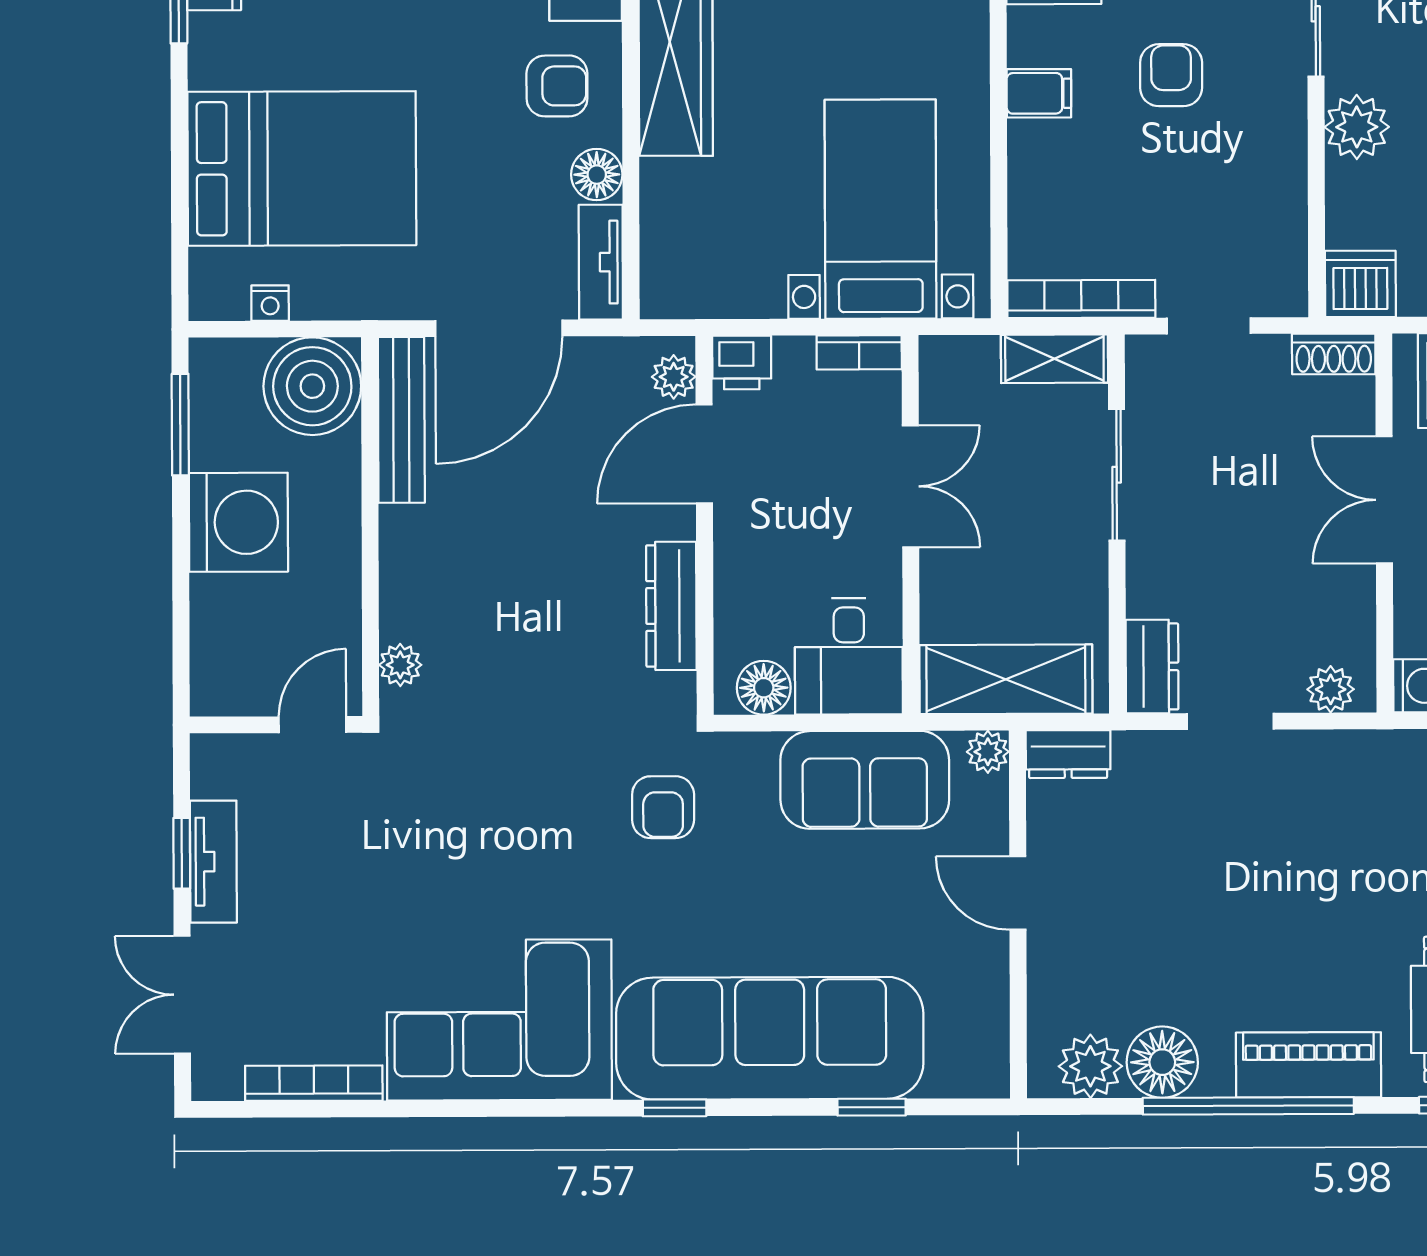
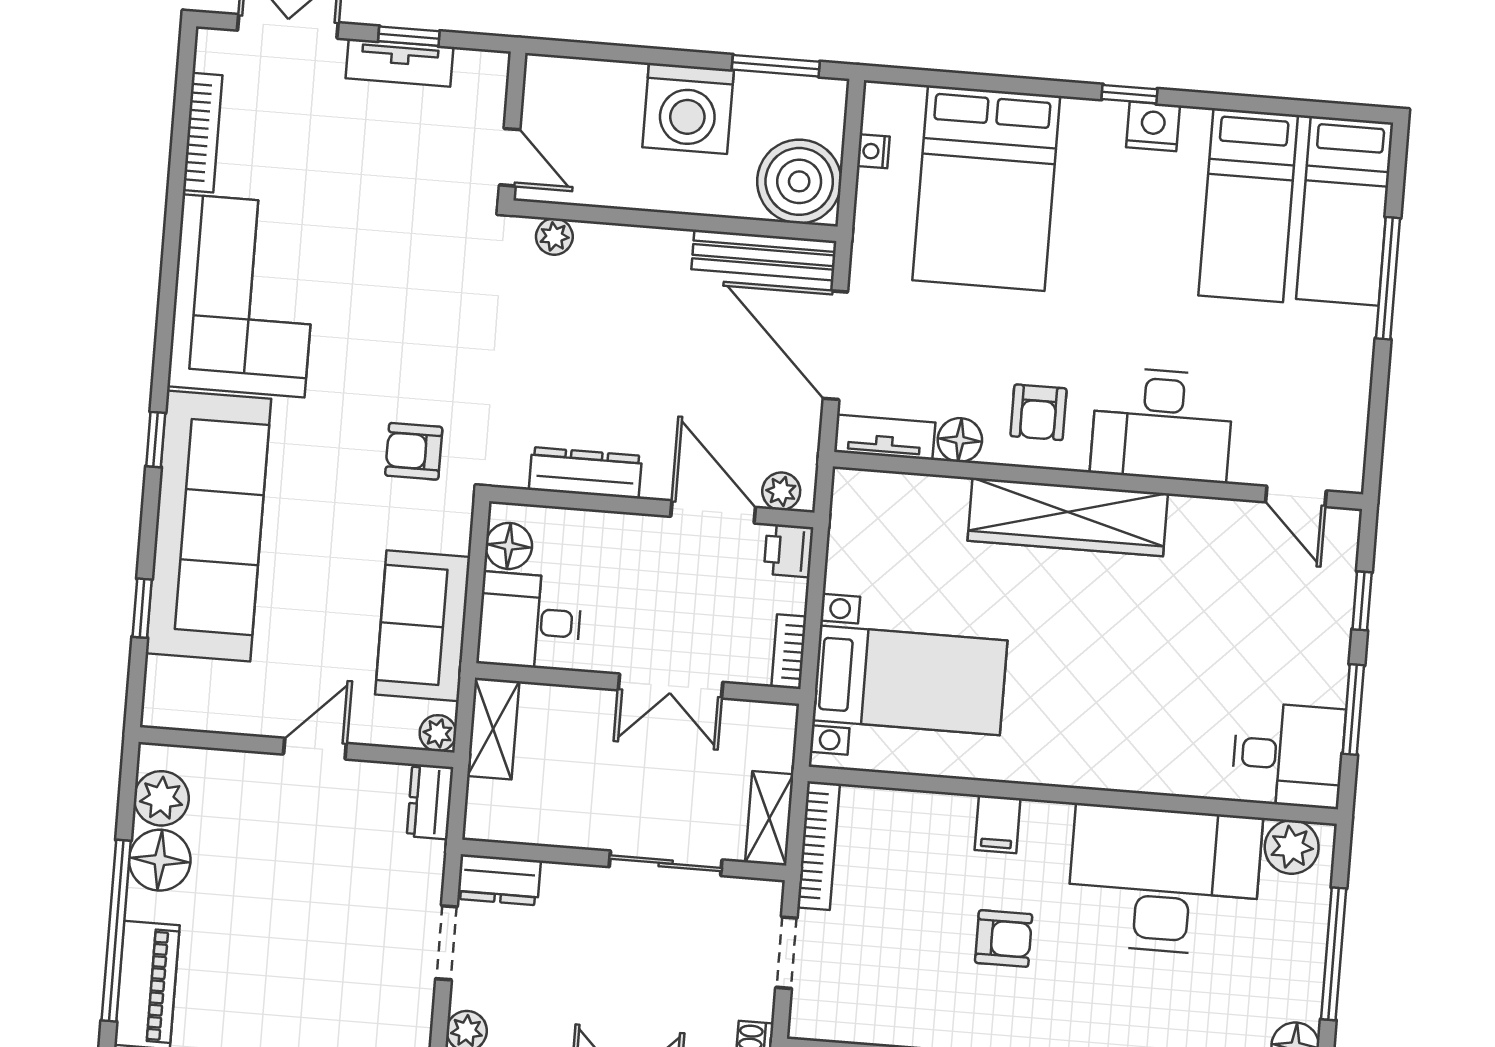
shelving: (1006, 679) -> (493, 729), width x0.67, depth x0.75

